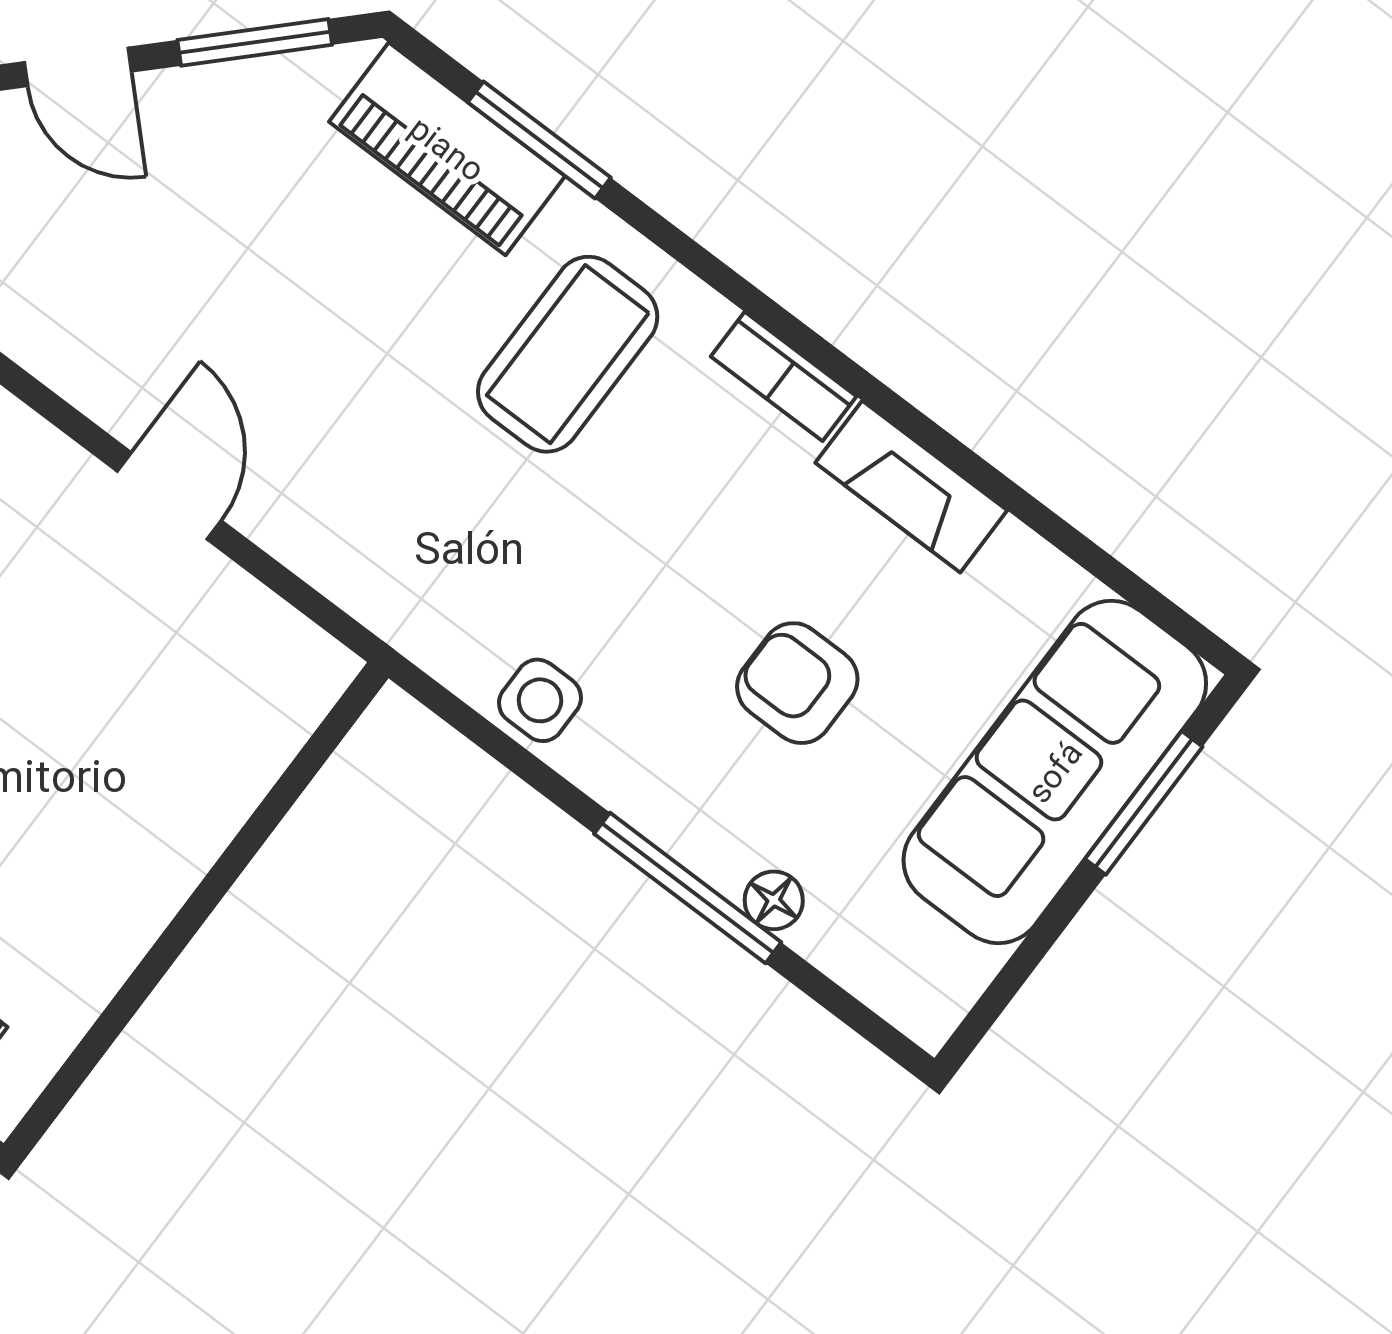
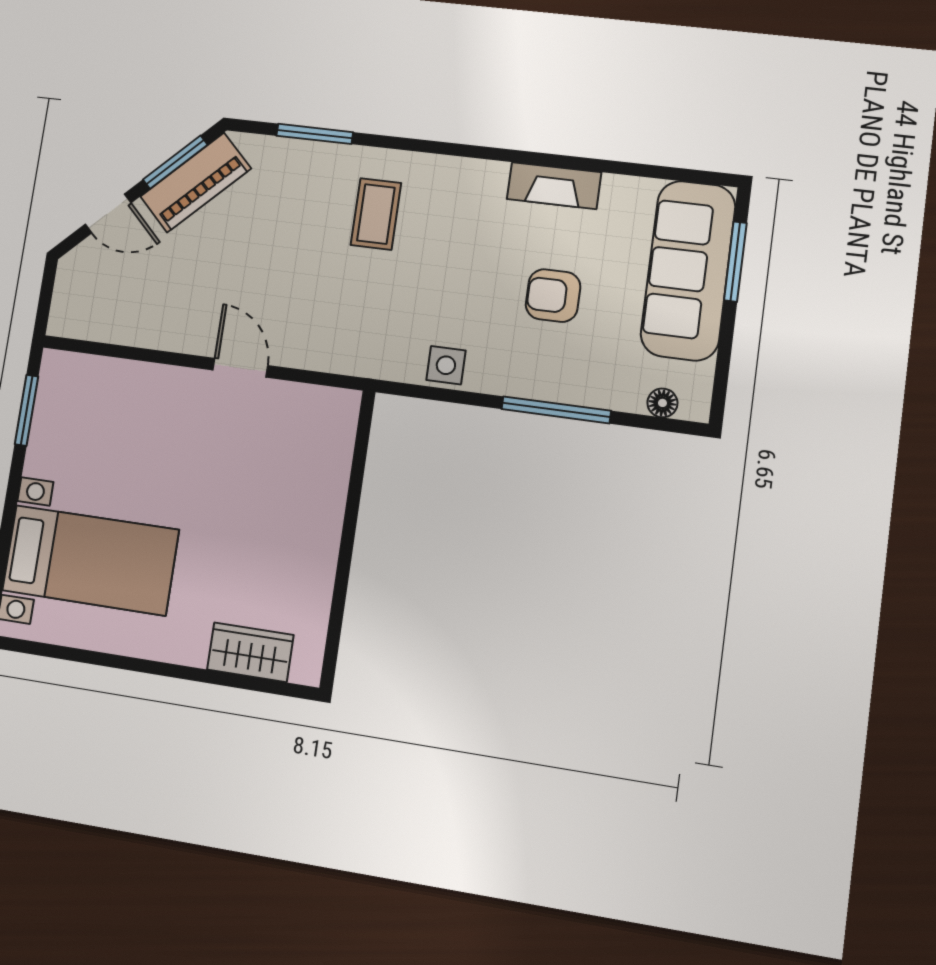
piano: (447, 149) -> (196, 183), moved, turned -45
coffee table: (568, 354) -> (376, 214), width x0.73, depth x0.77
bookcase: (784, 376) -> (473, 171), removed
floor lamp: (774, 900) -> (662, 403), moved

